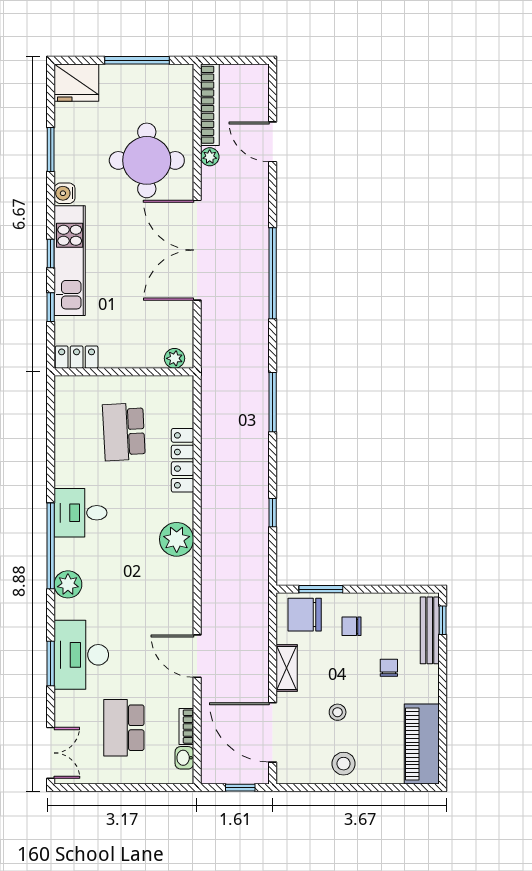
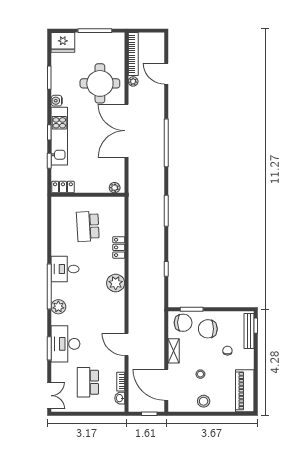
locker: (182, 460) -> (119, 247), width x0.66
chair: (305, 615) -> (183, 323), turned 180
chair: (351, 626) -> (208, 329), width x1.87, depth x1.87

